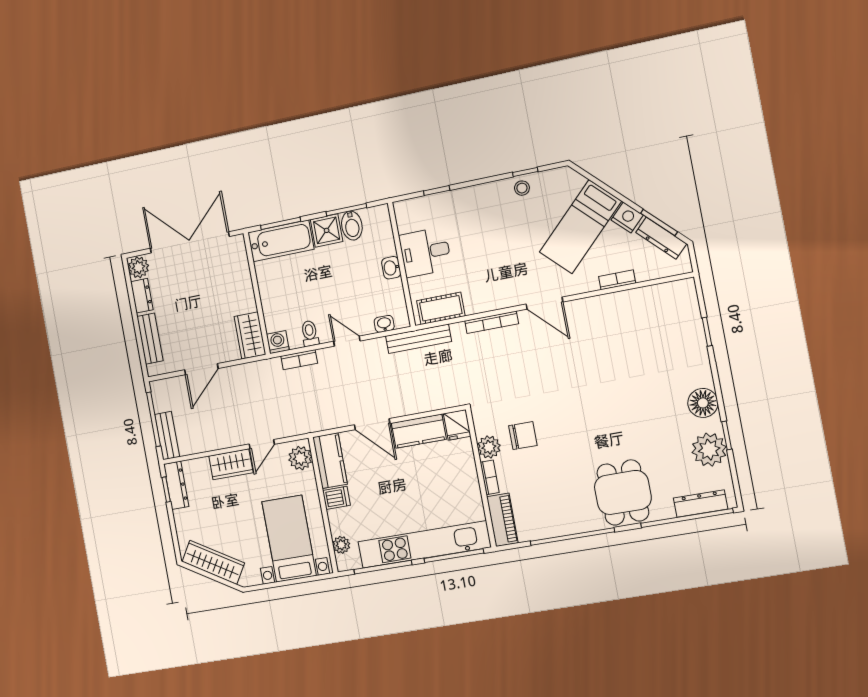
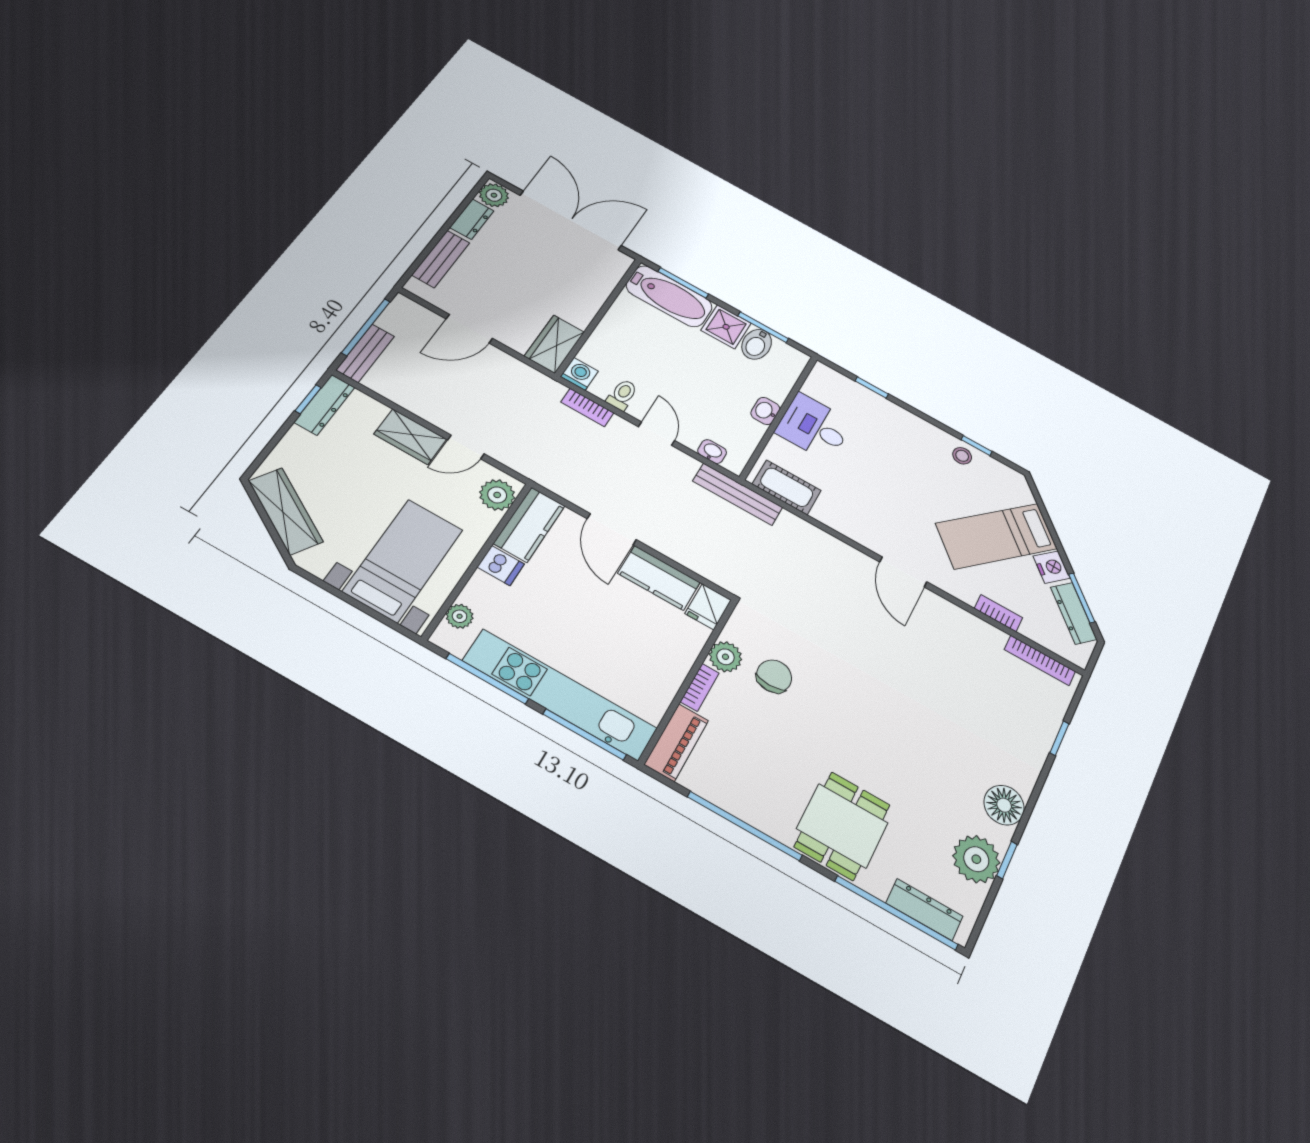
bookcase: (492, 322) -> (1040, 660), moved
chair: (523, 436) -> (774, 676), turned -90

